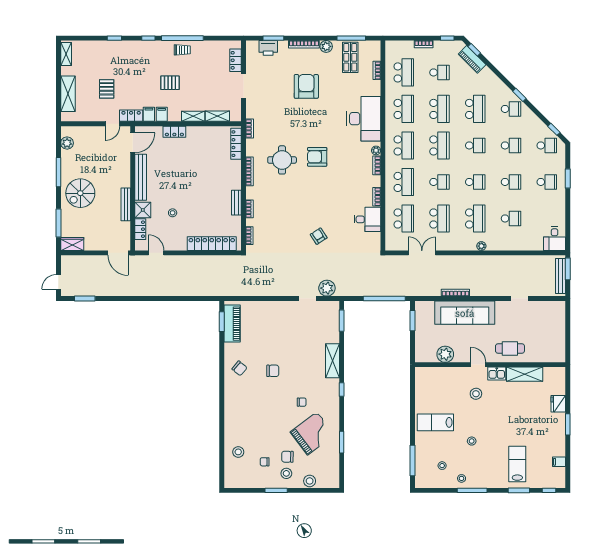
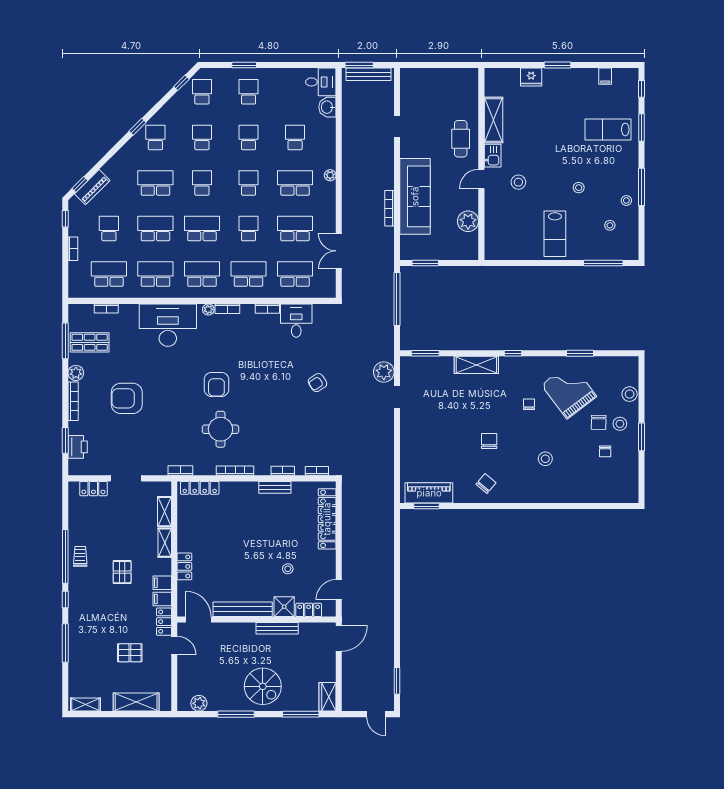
window: (114, 38) -> (65, 643), width x2.17
washbasin: (535, 244) -> (327, 107), added
stool: (238, 452) -> (545, 459), moved

